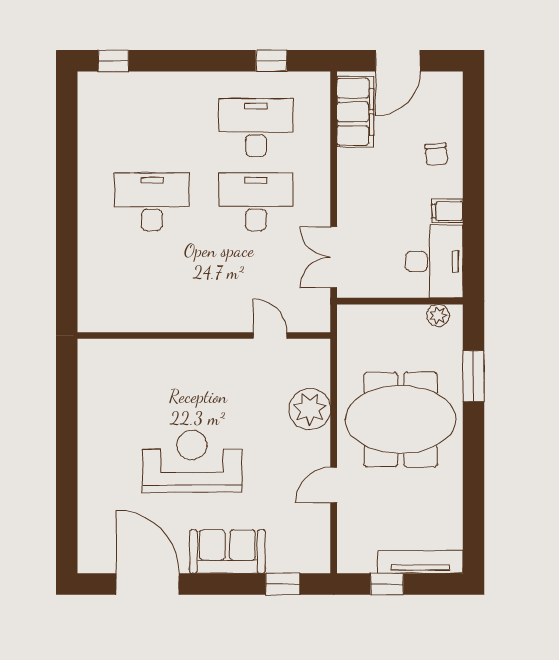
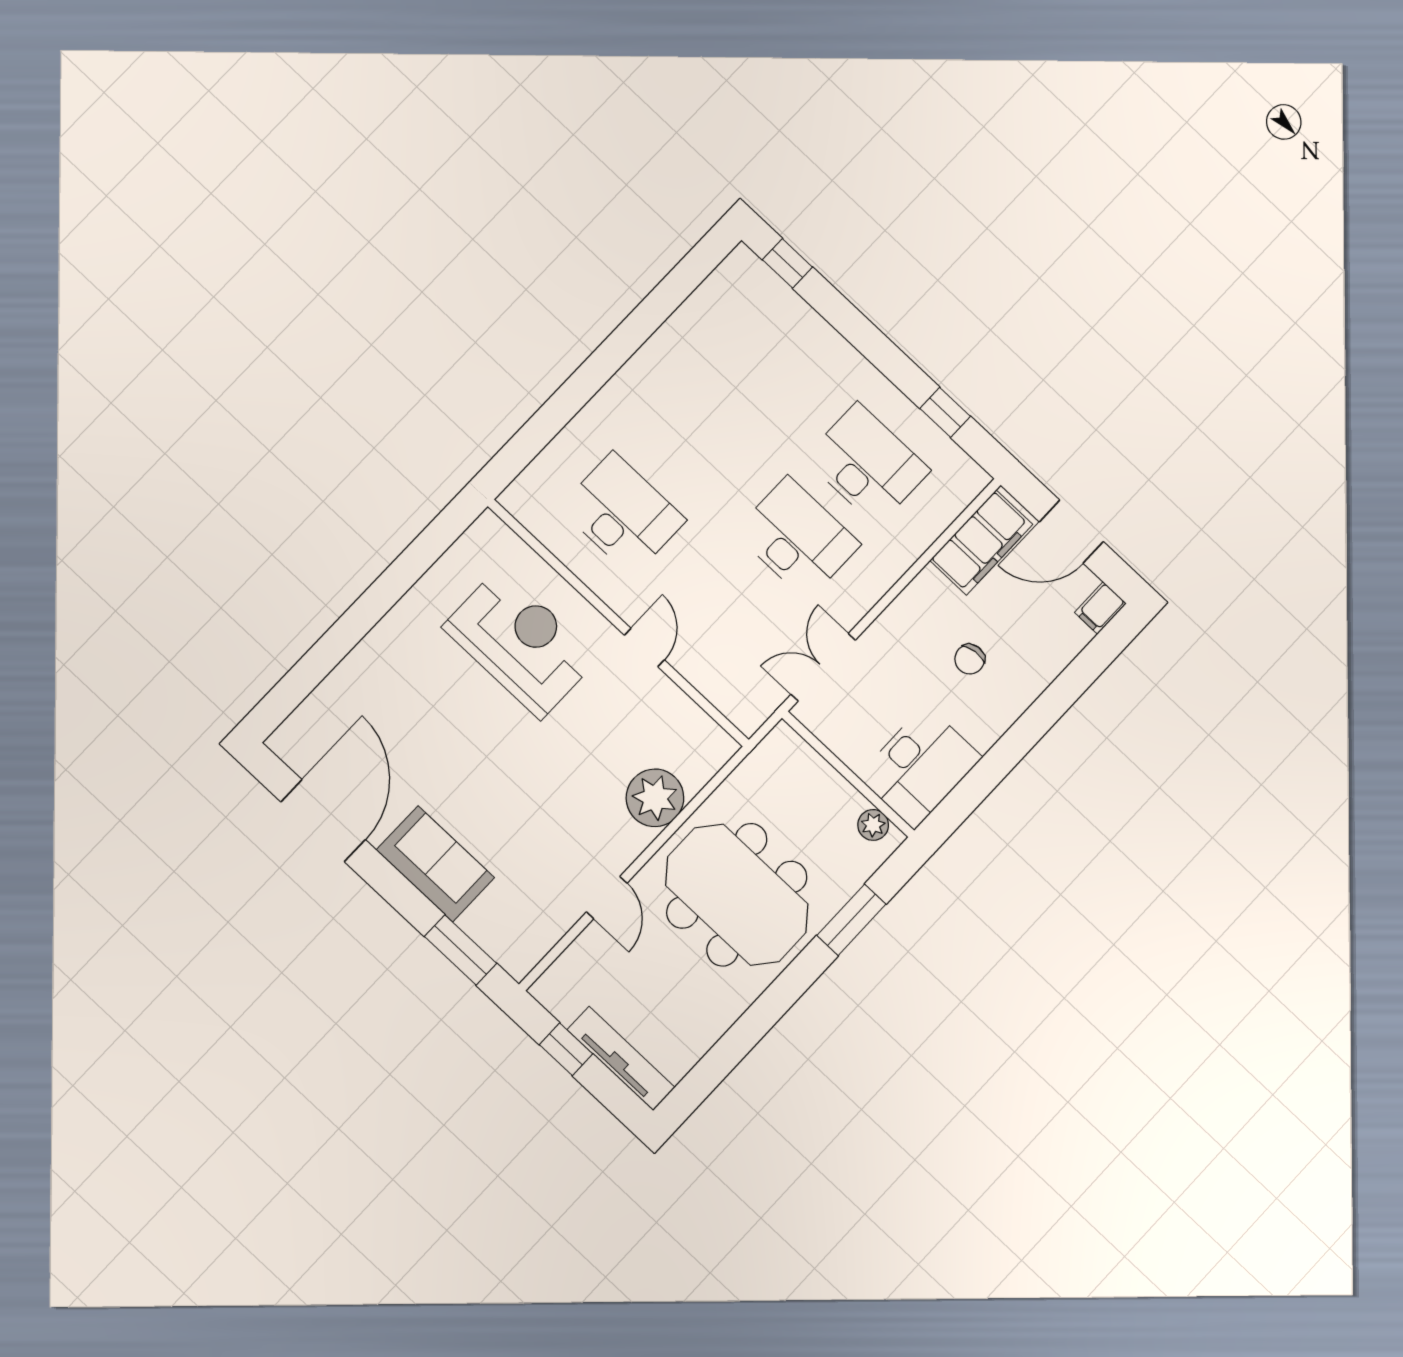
chair: (436, 154) -> (970, 659), moved
desk: (152, 202) -> (623, 514), moved
filing cabinet: (447, 211) -> (1100, 608), moved, turned -90
door: (270, 336) -> (644, 647), moved
reception desk: (192, 461) -> (520, 643), moved
door: (334, 485) -> (607, 898), swing flipped
window: (283, 584) -> (460, 950), width x1.50

